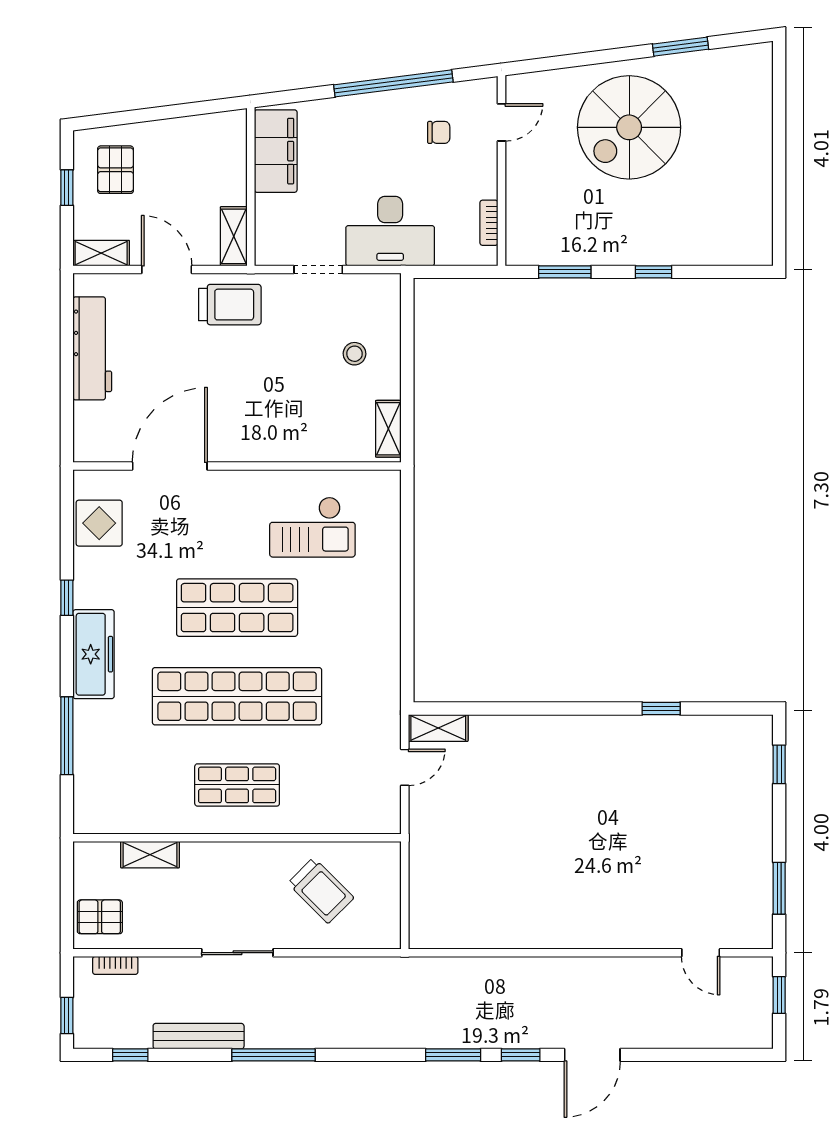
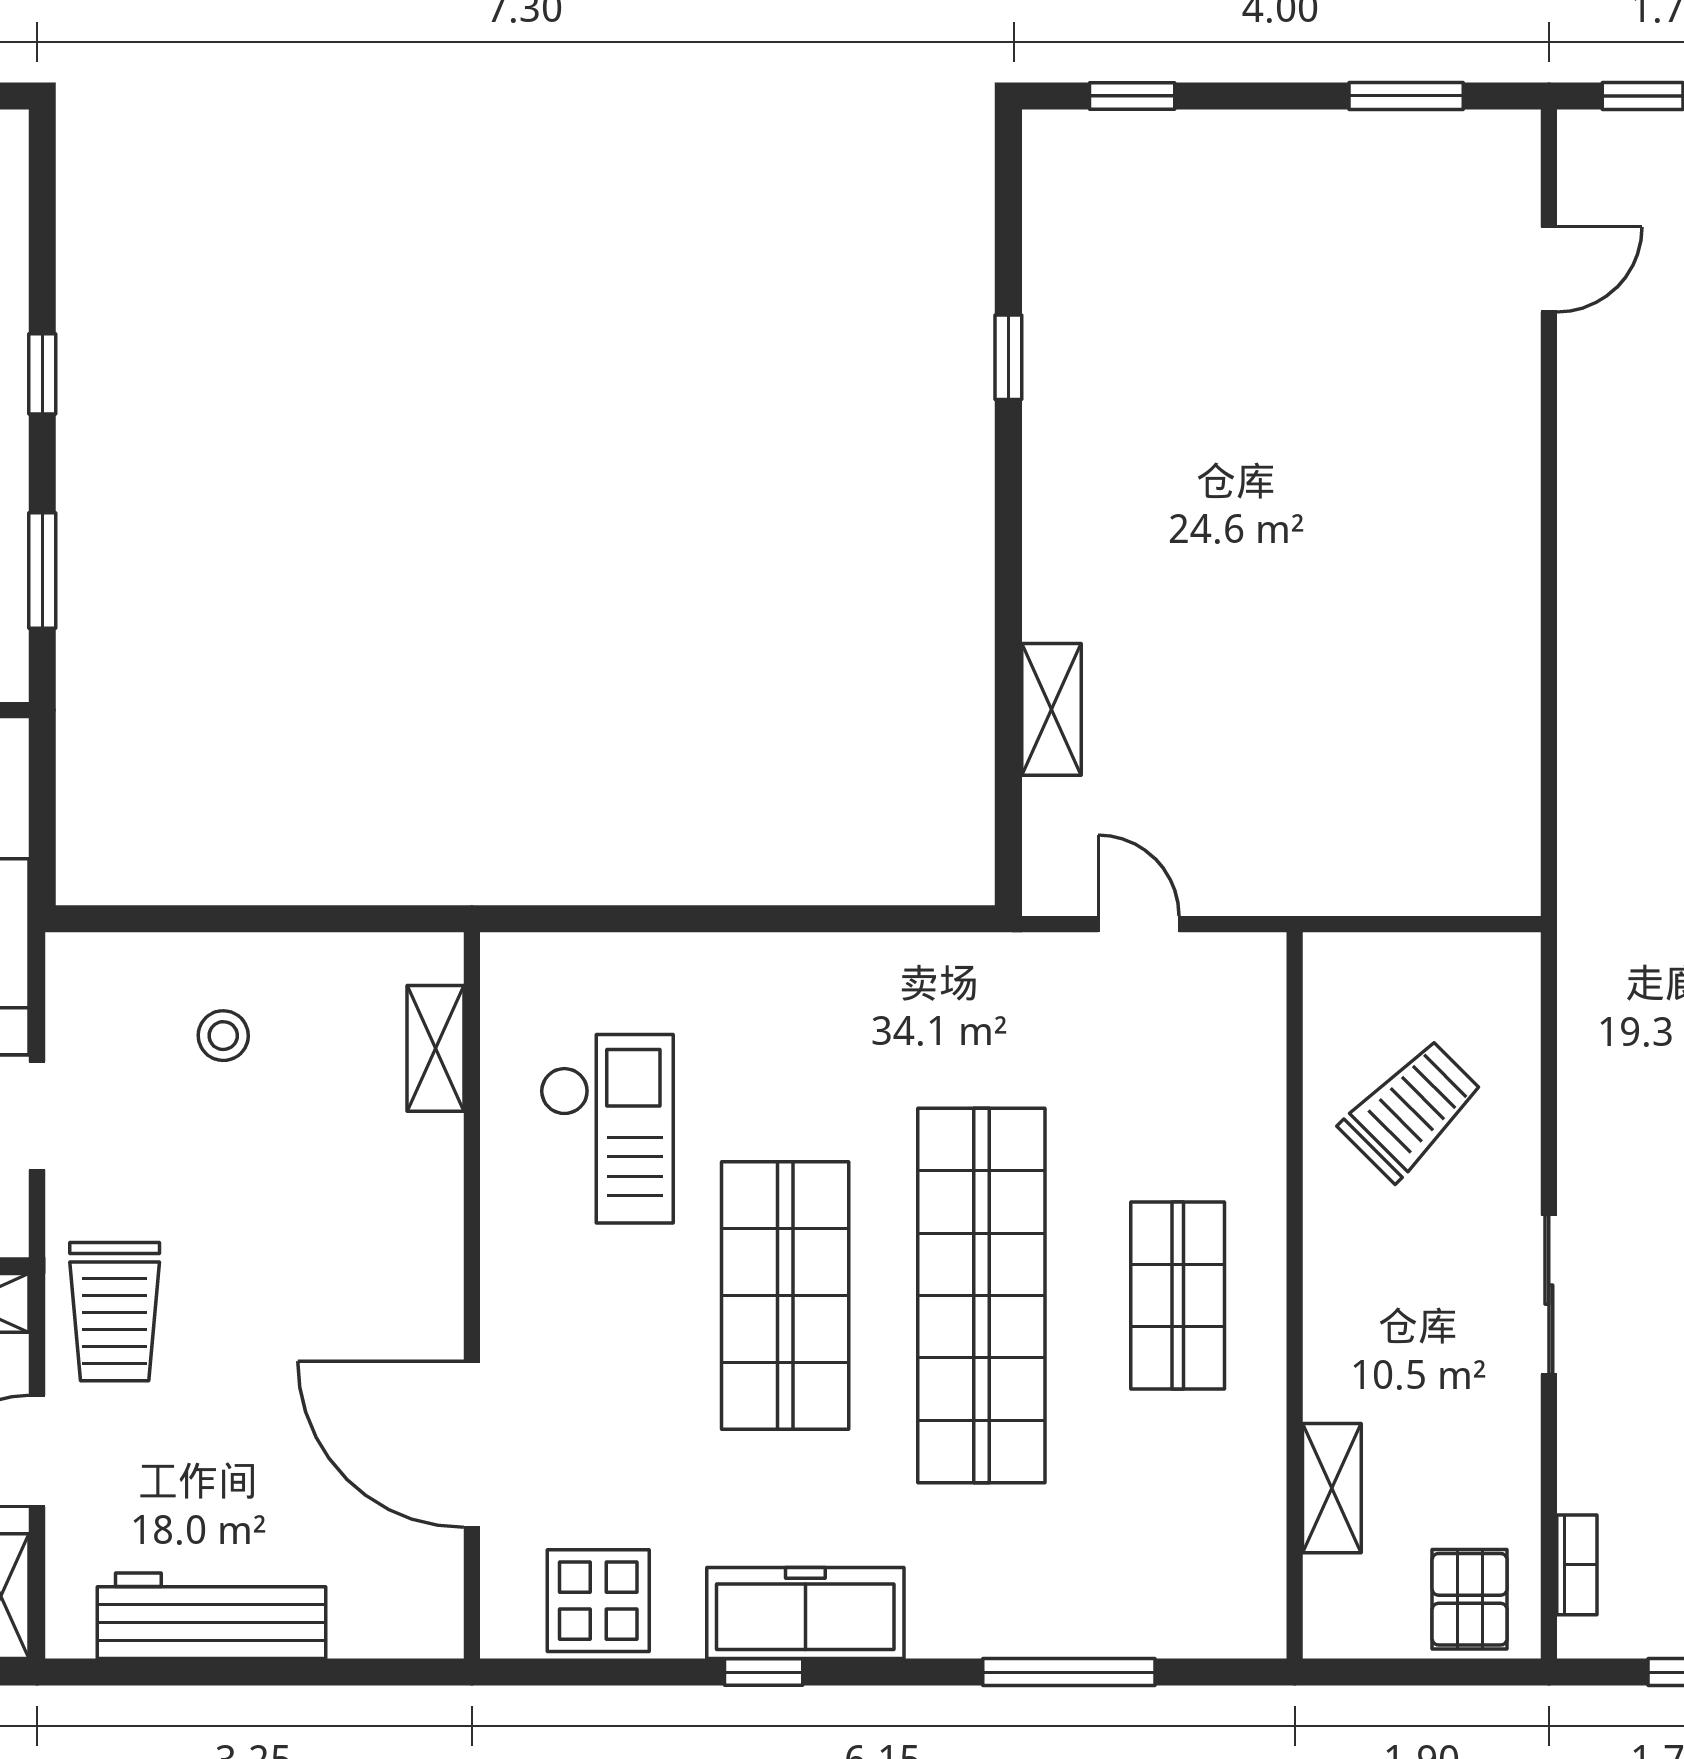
trolley: (230, 305) -> (115, 1312), turned 180
shelving: (388, 429) -> (435, 1048), moved, turned 90
freezer: (94, 654) -> (805, 1613), moved
shelving: (438, 728) -> (1051, 709), moved

